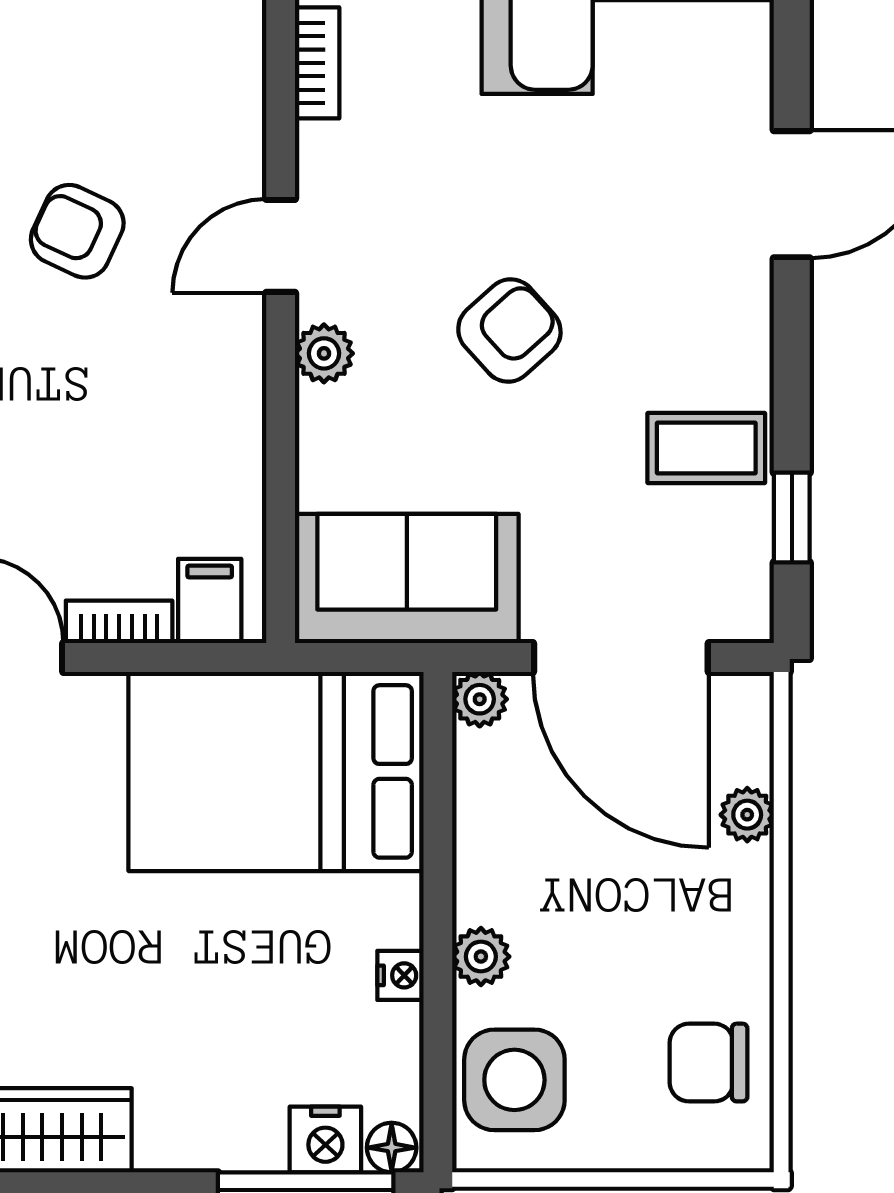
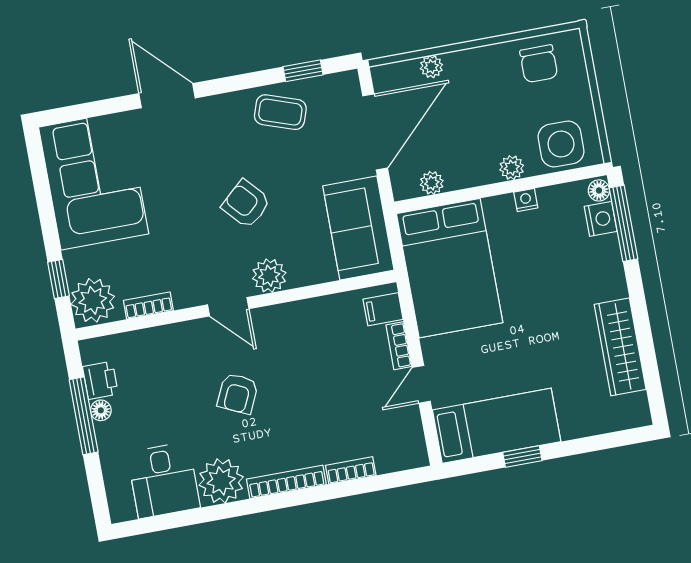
plant: (324, 353) -> (269, 276), width x1.38, depth x1.38
coffee table: (706, 448) -> (280, 112), turned -71
plant: (480, 699) -> (432, 183), moved

